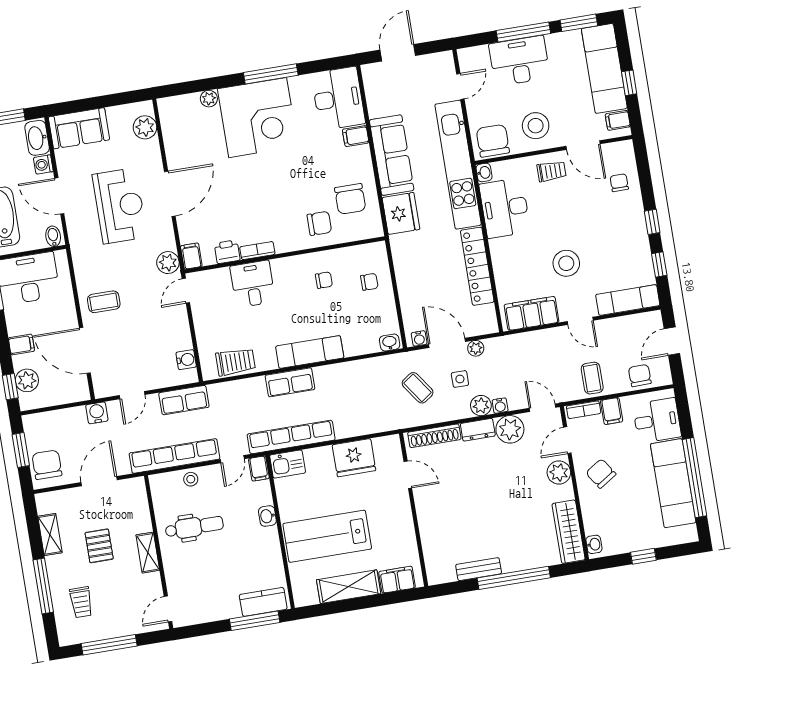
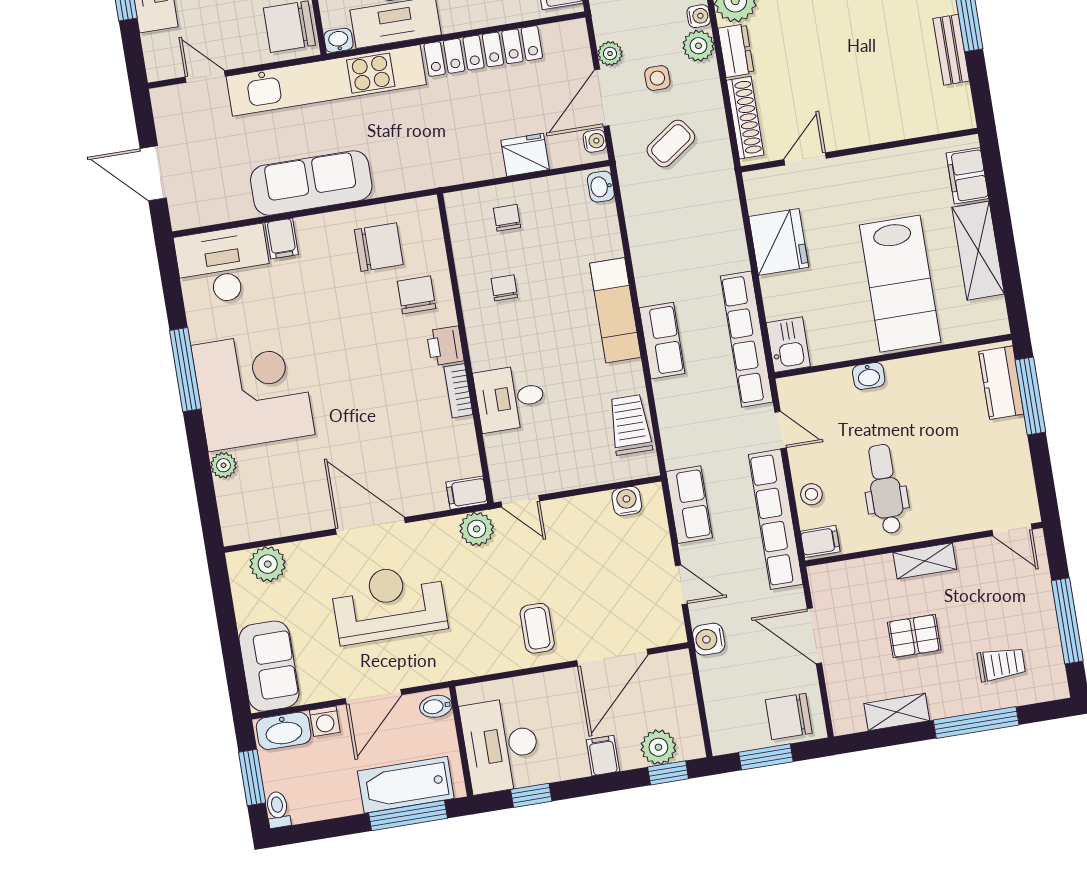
fridge: (401, 213) -> (525, 155), moved, width x0.73, depth x0.75
printer: (227, 252) -> (445, 346), moved
filing cabinet: (259, 469) -> (820, 541), moved

